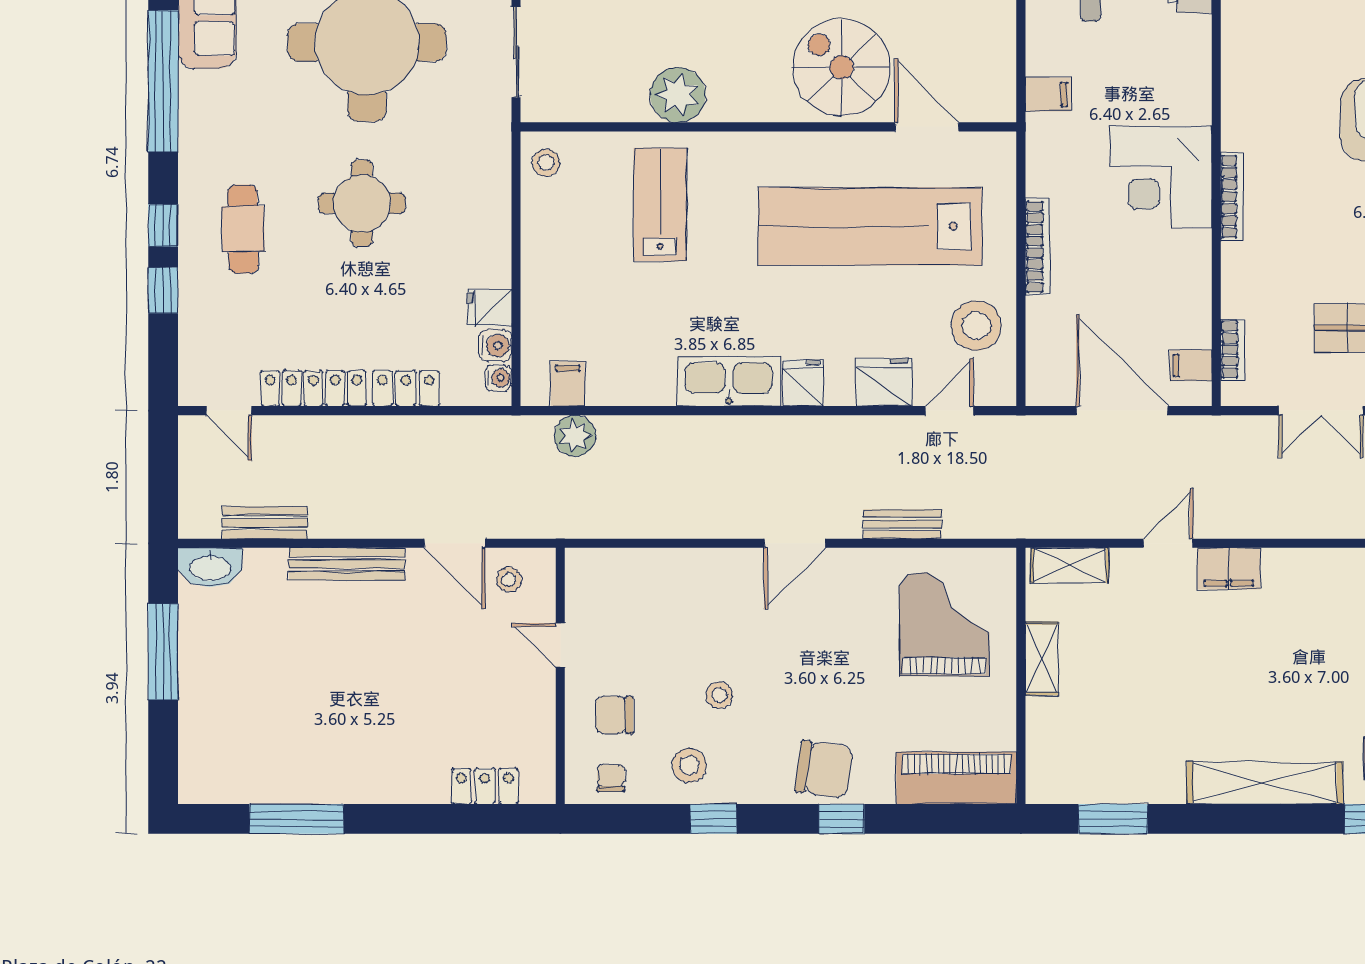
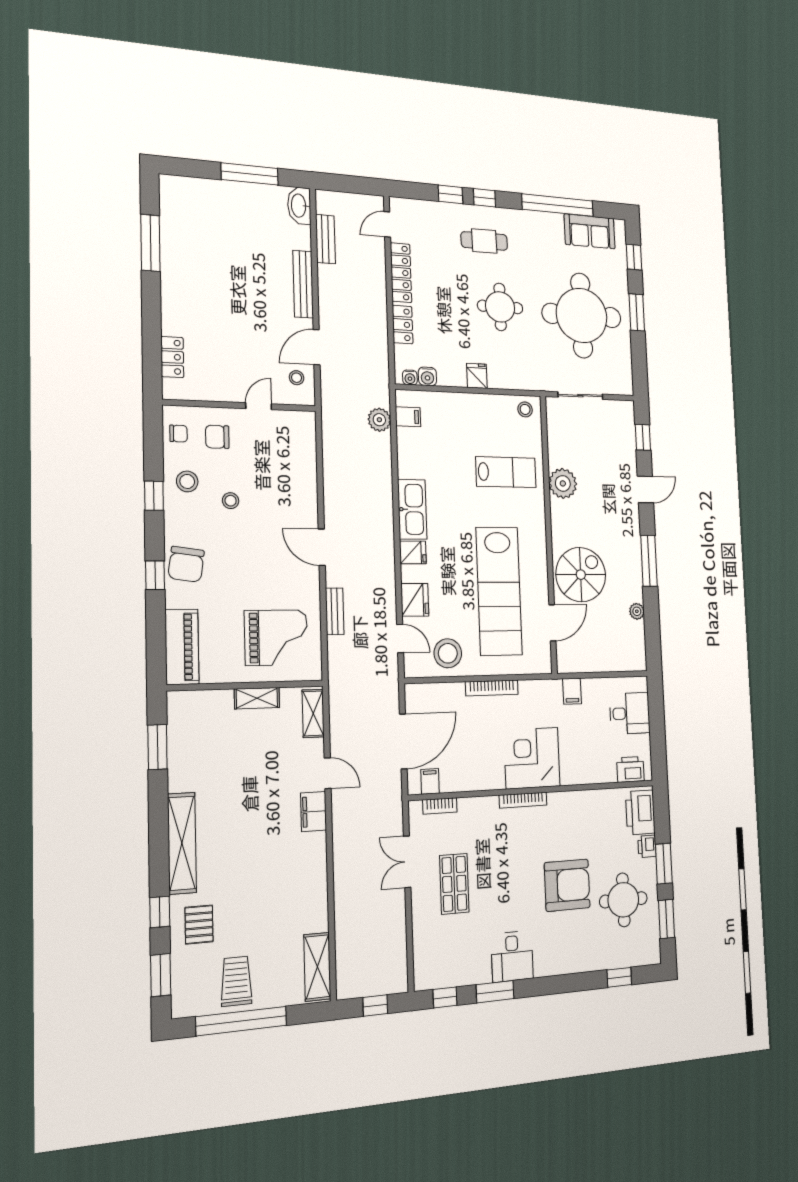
lab bench: (870, 226) -> (499, 591), turned 180
fridge: (490, 308) -> (477, 376), moved
chair: (614, 715) -> (217, 437), turned -90

